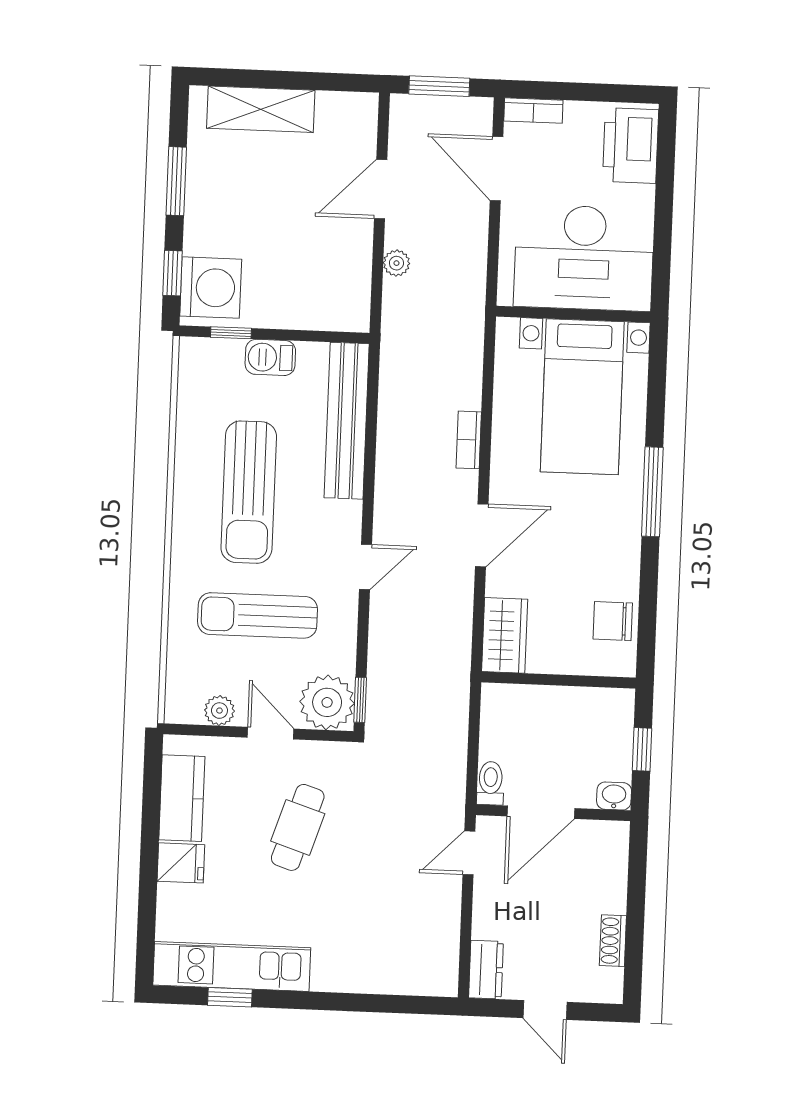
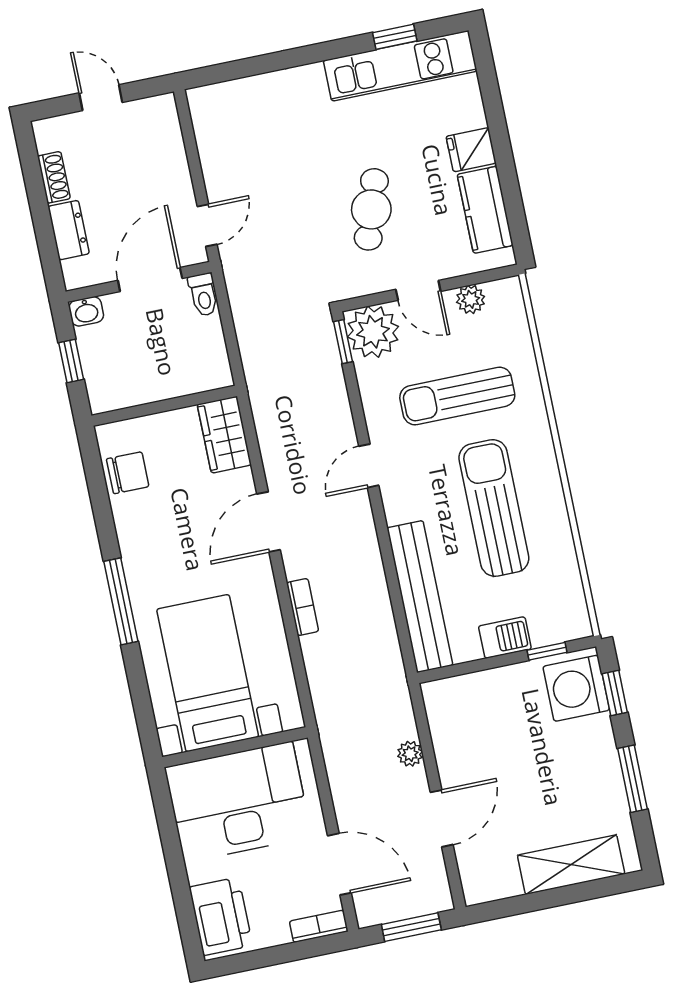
sun lounger: (257, 615) -> (457, 396), turned 180
dresser: (486, 970) -> (69, 230), moved, turned 180

